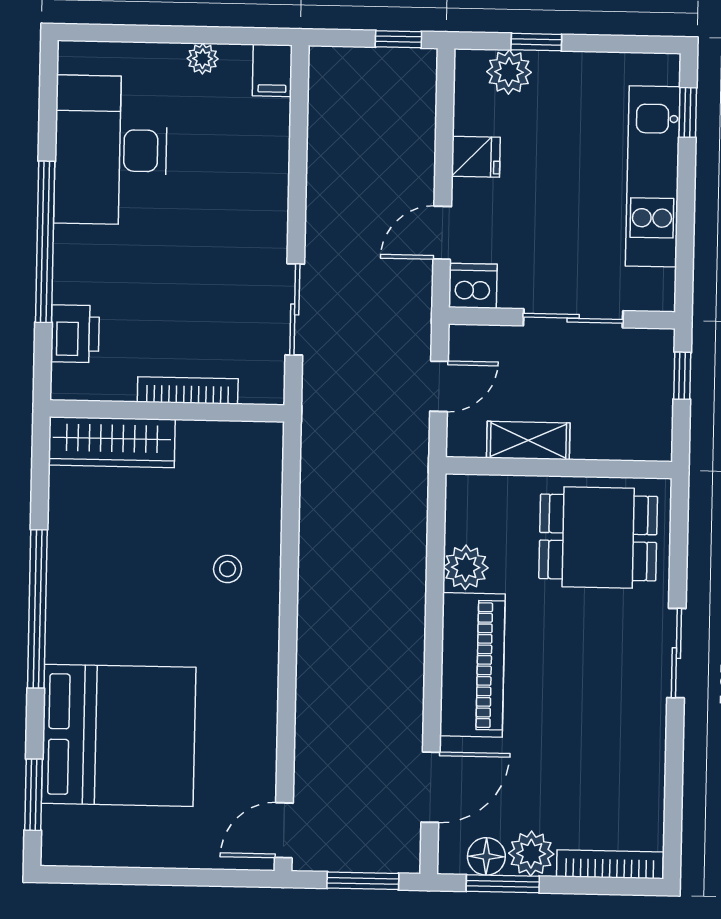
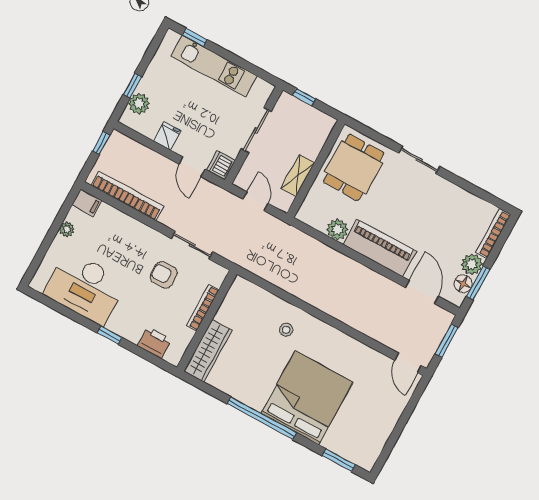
bookcase: (324, 140) -> (127, 196), added
window: (45, 242) -> (109, 335), width x0.32
armchair: (211, 285) -> (164, 275), added
bed: (119, 735) -> (307, 398), moved

